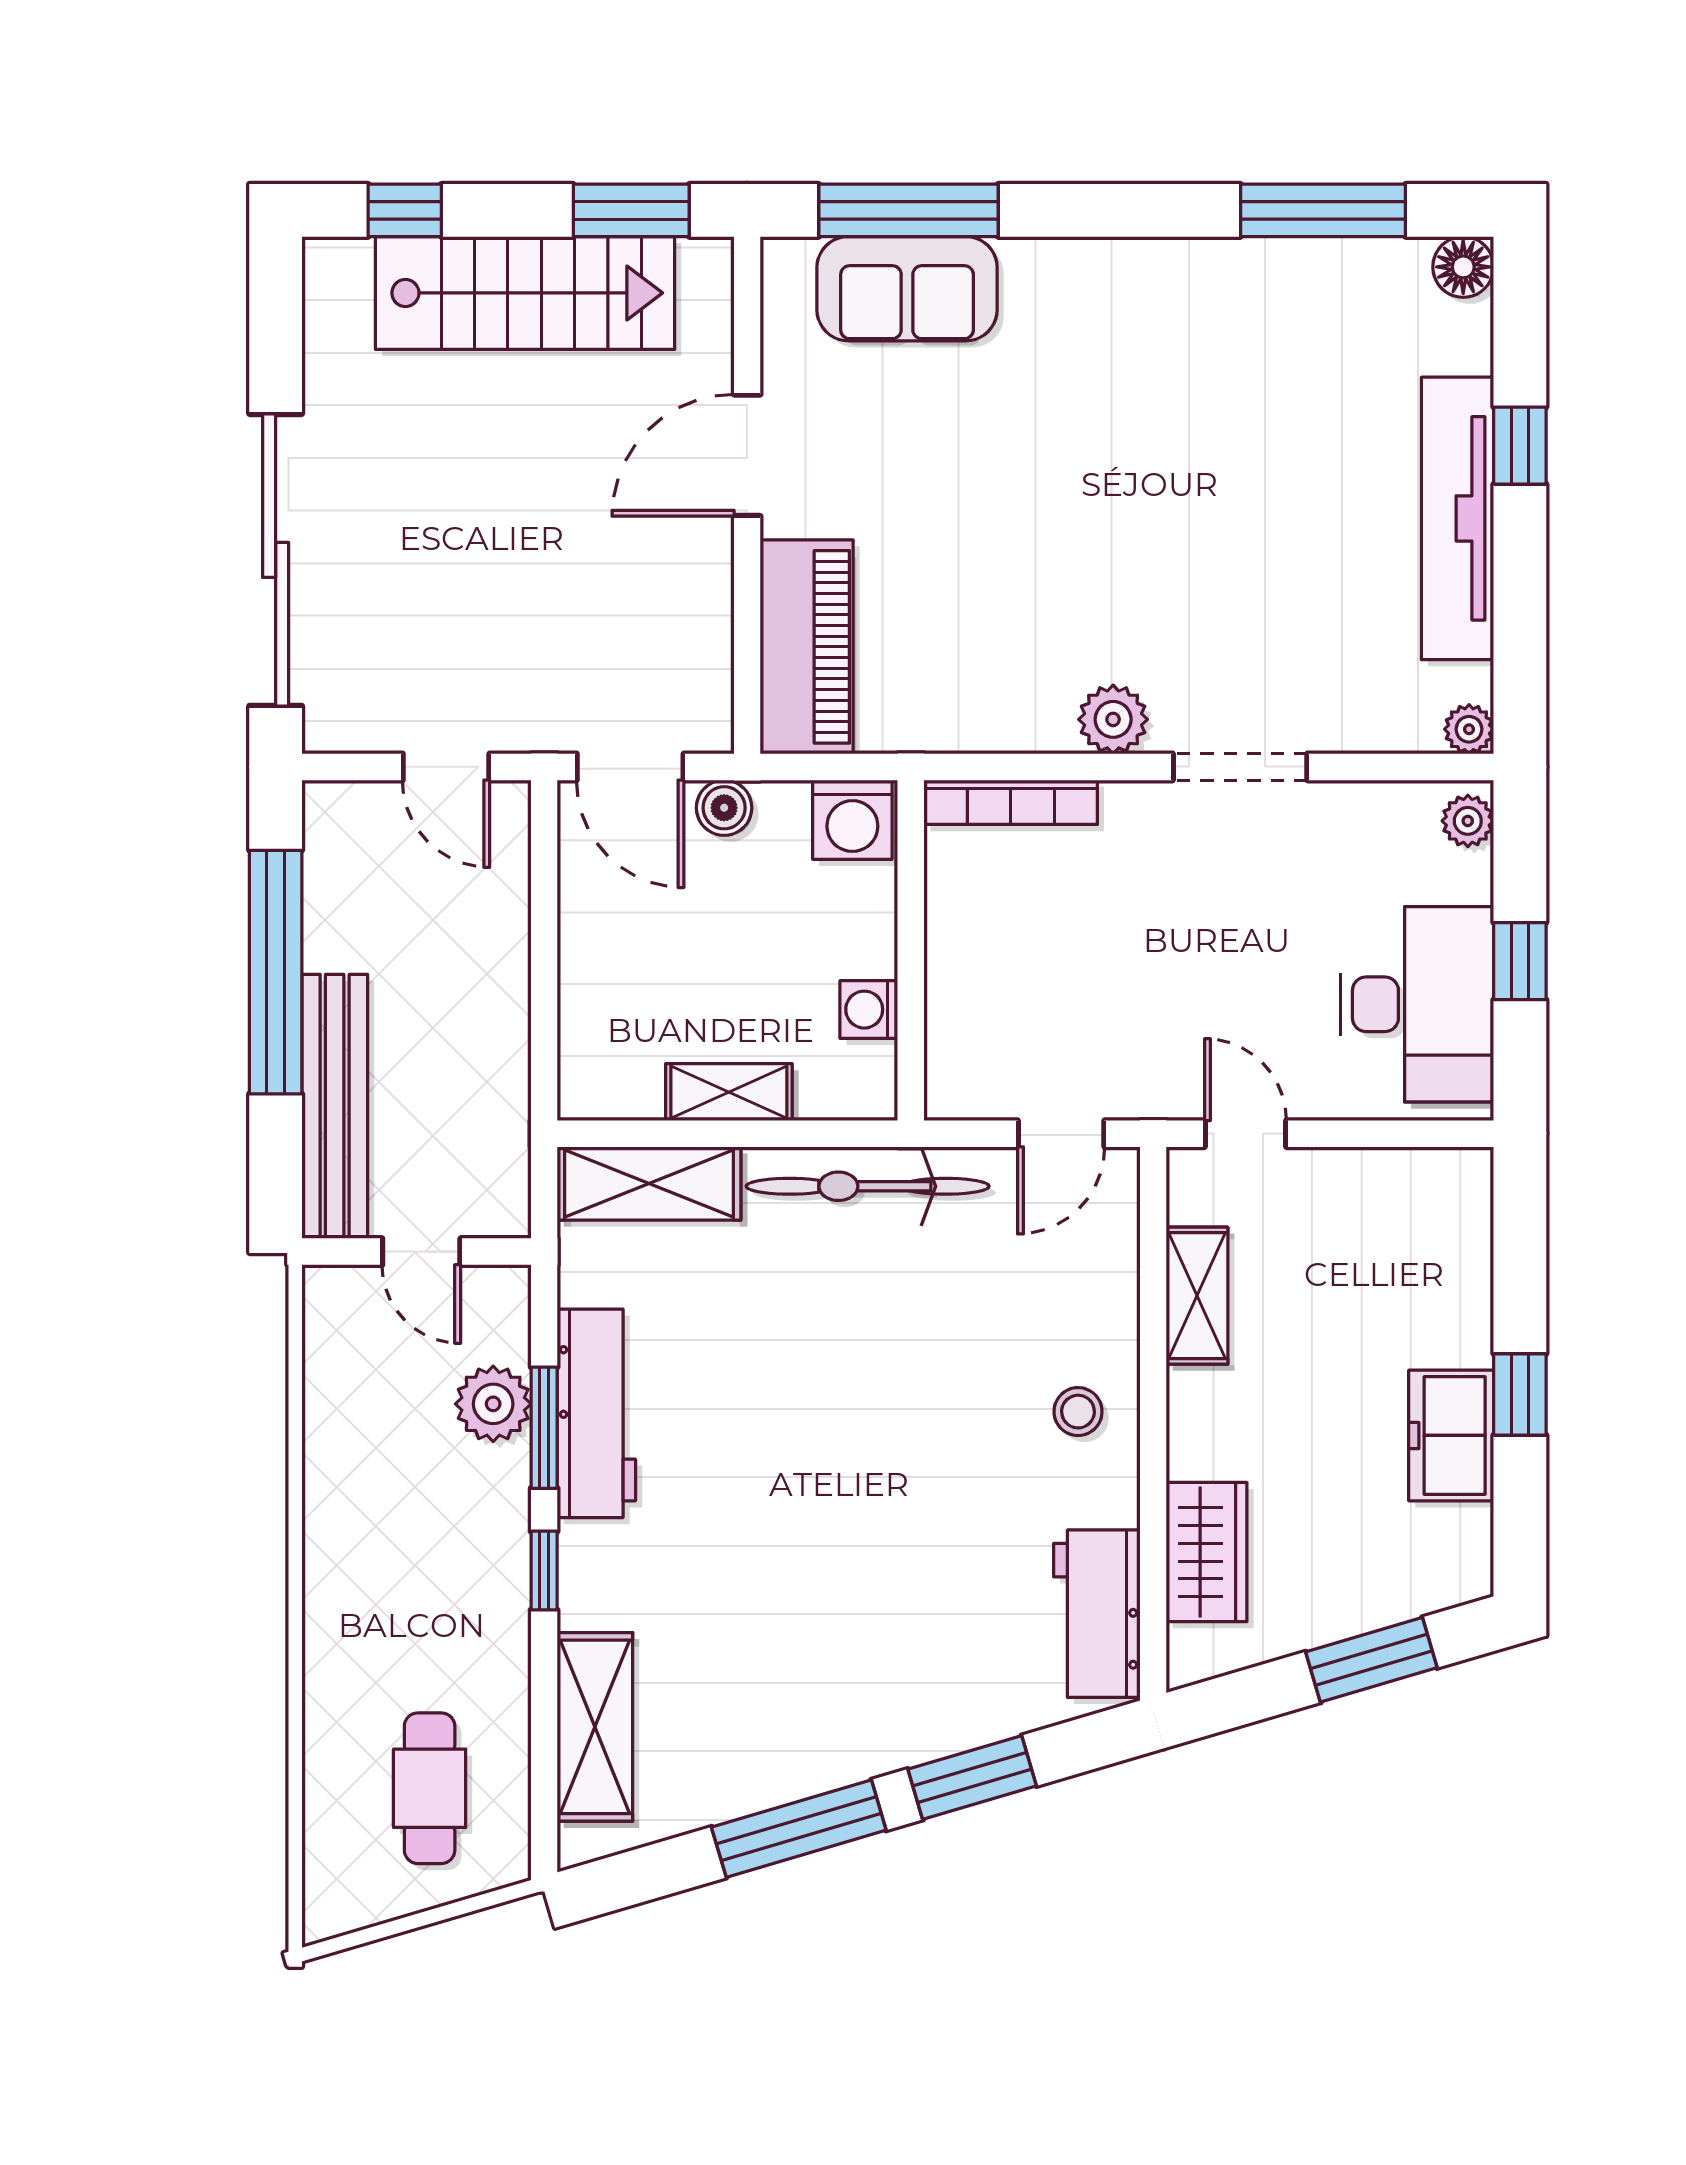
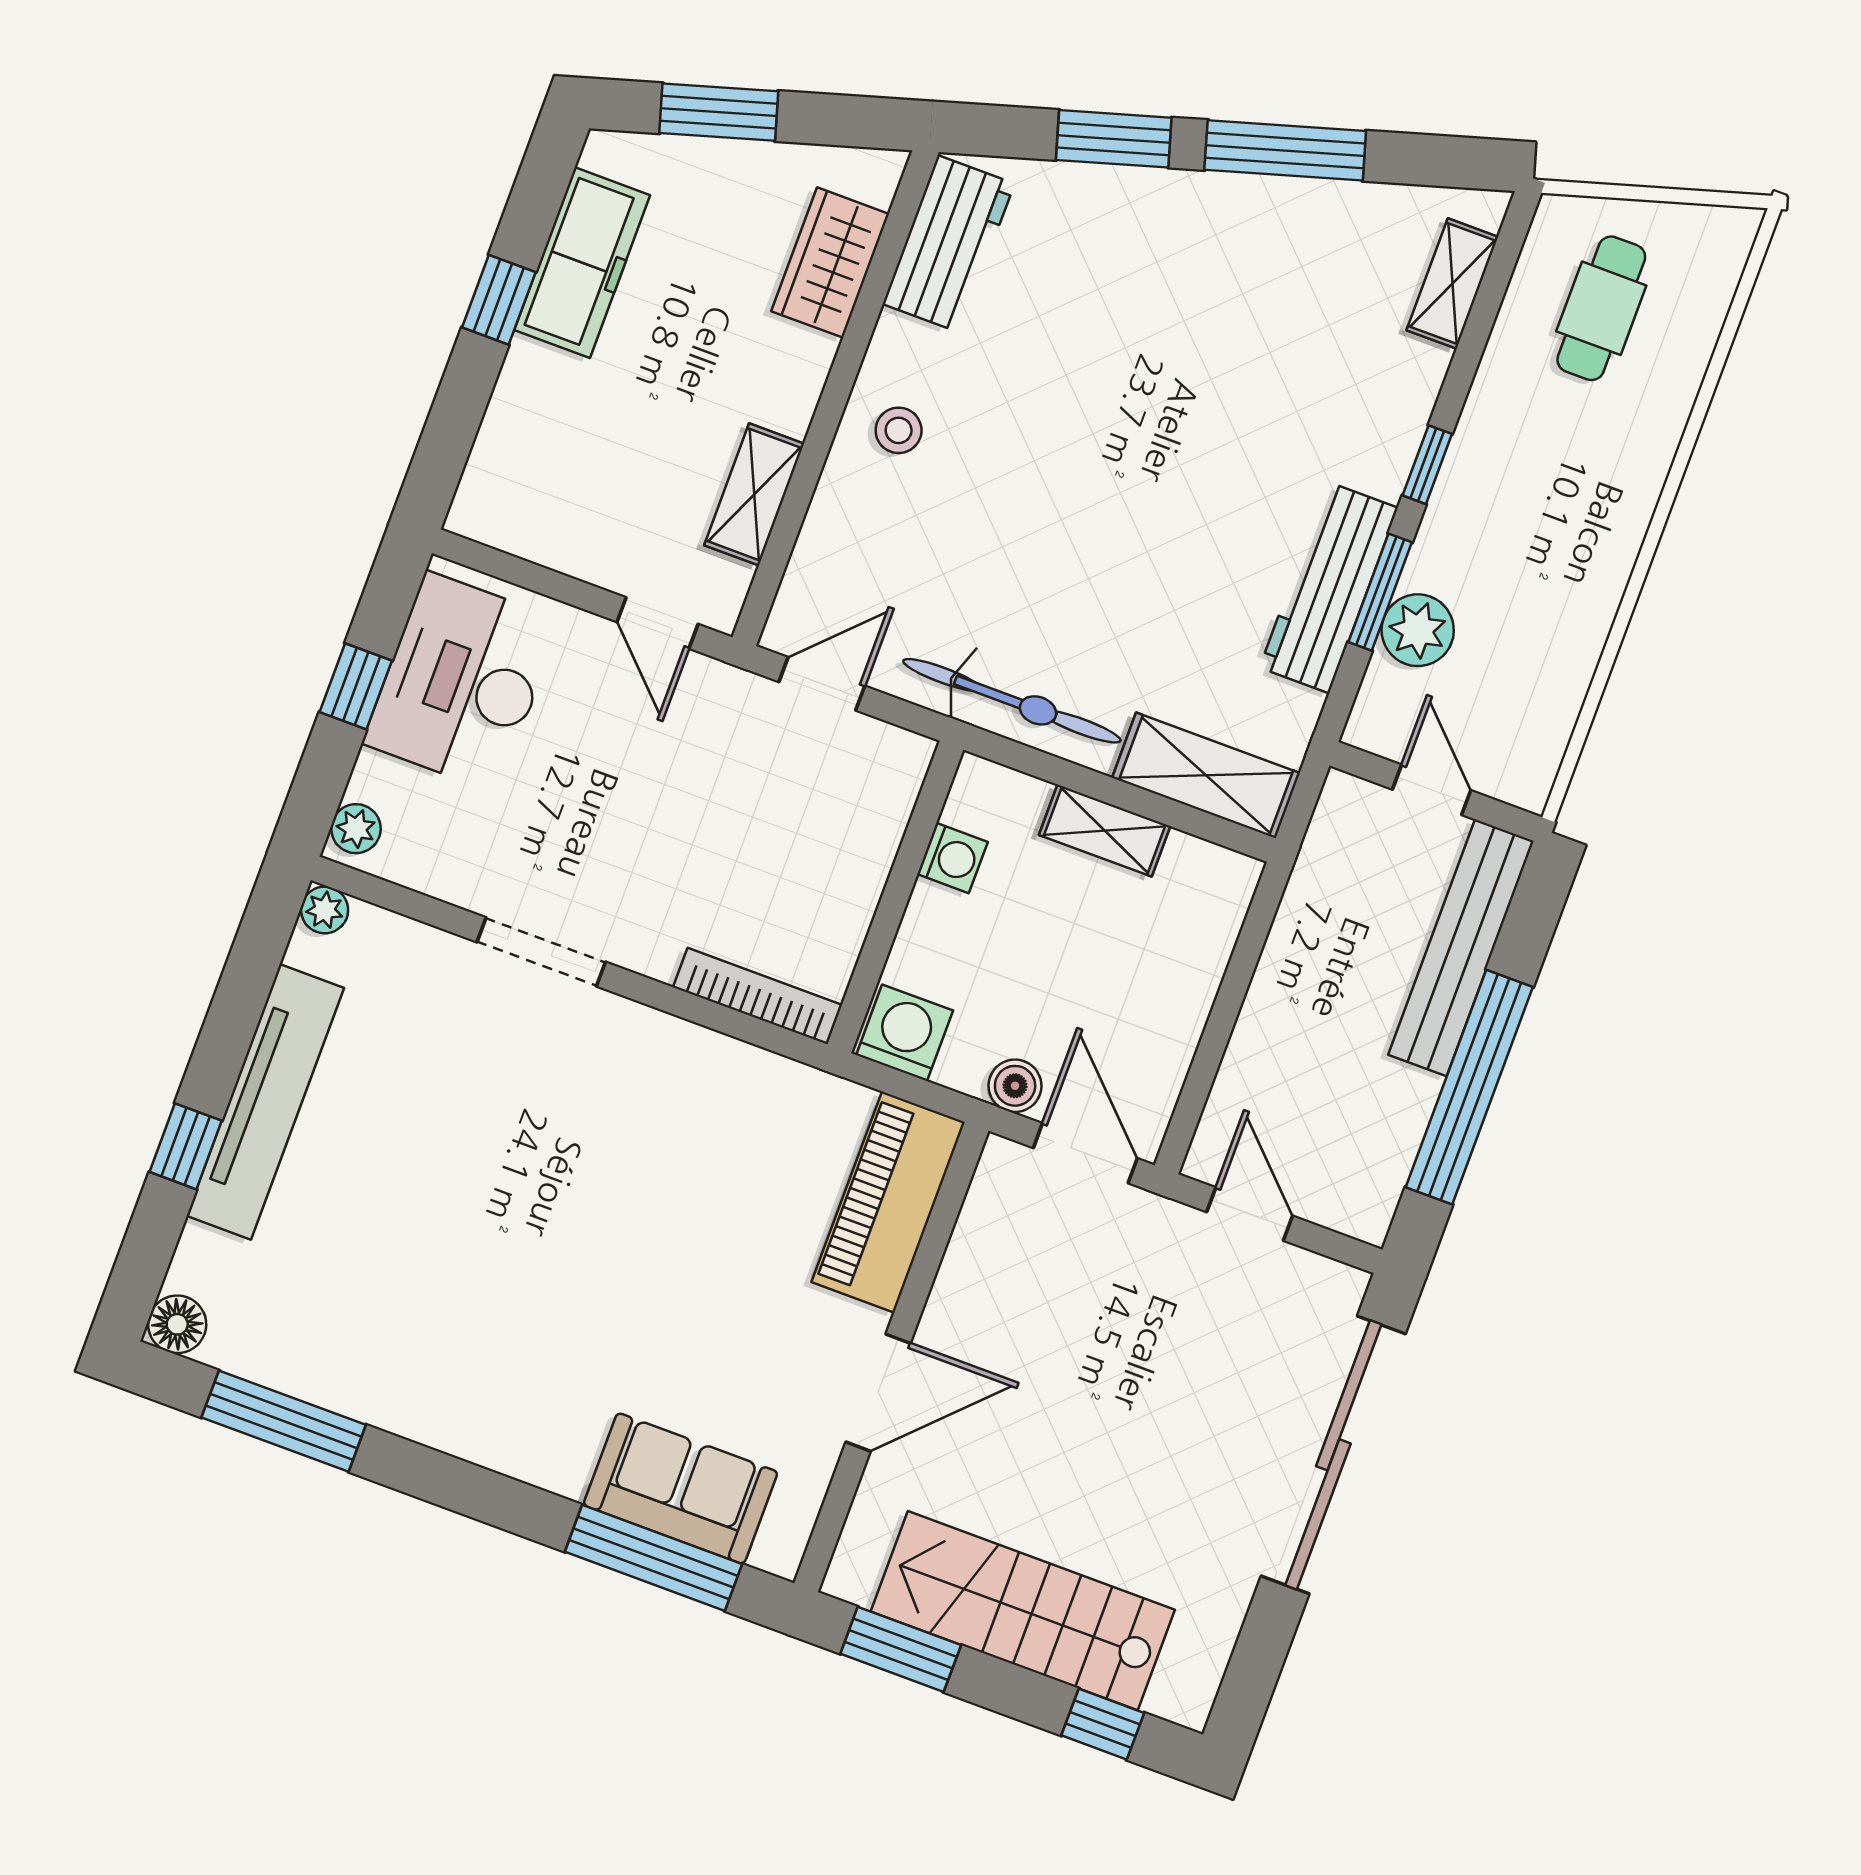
plant: (1113, 719) -> (639, 1036), removed
freezer: (1451, 1435) -> (582, 263), width x1.40
shelving: (595, 1727) -> (1452, 284), width x0.67, depth x0.75

